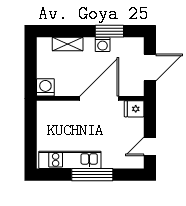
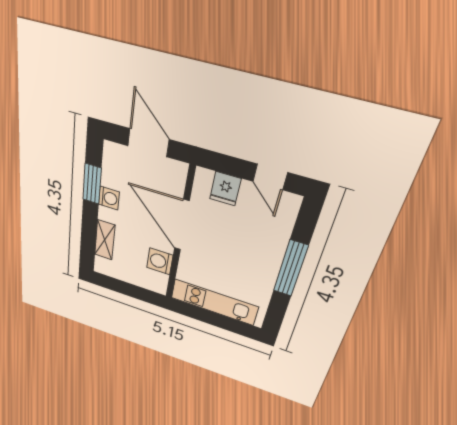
washing machine: (45, 87) -> (160, 261), moved
fridge: (134, 109) -> (225, 189), moved
kitchen unit: (70, 160) -> (214, 302), moved, turned 90

